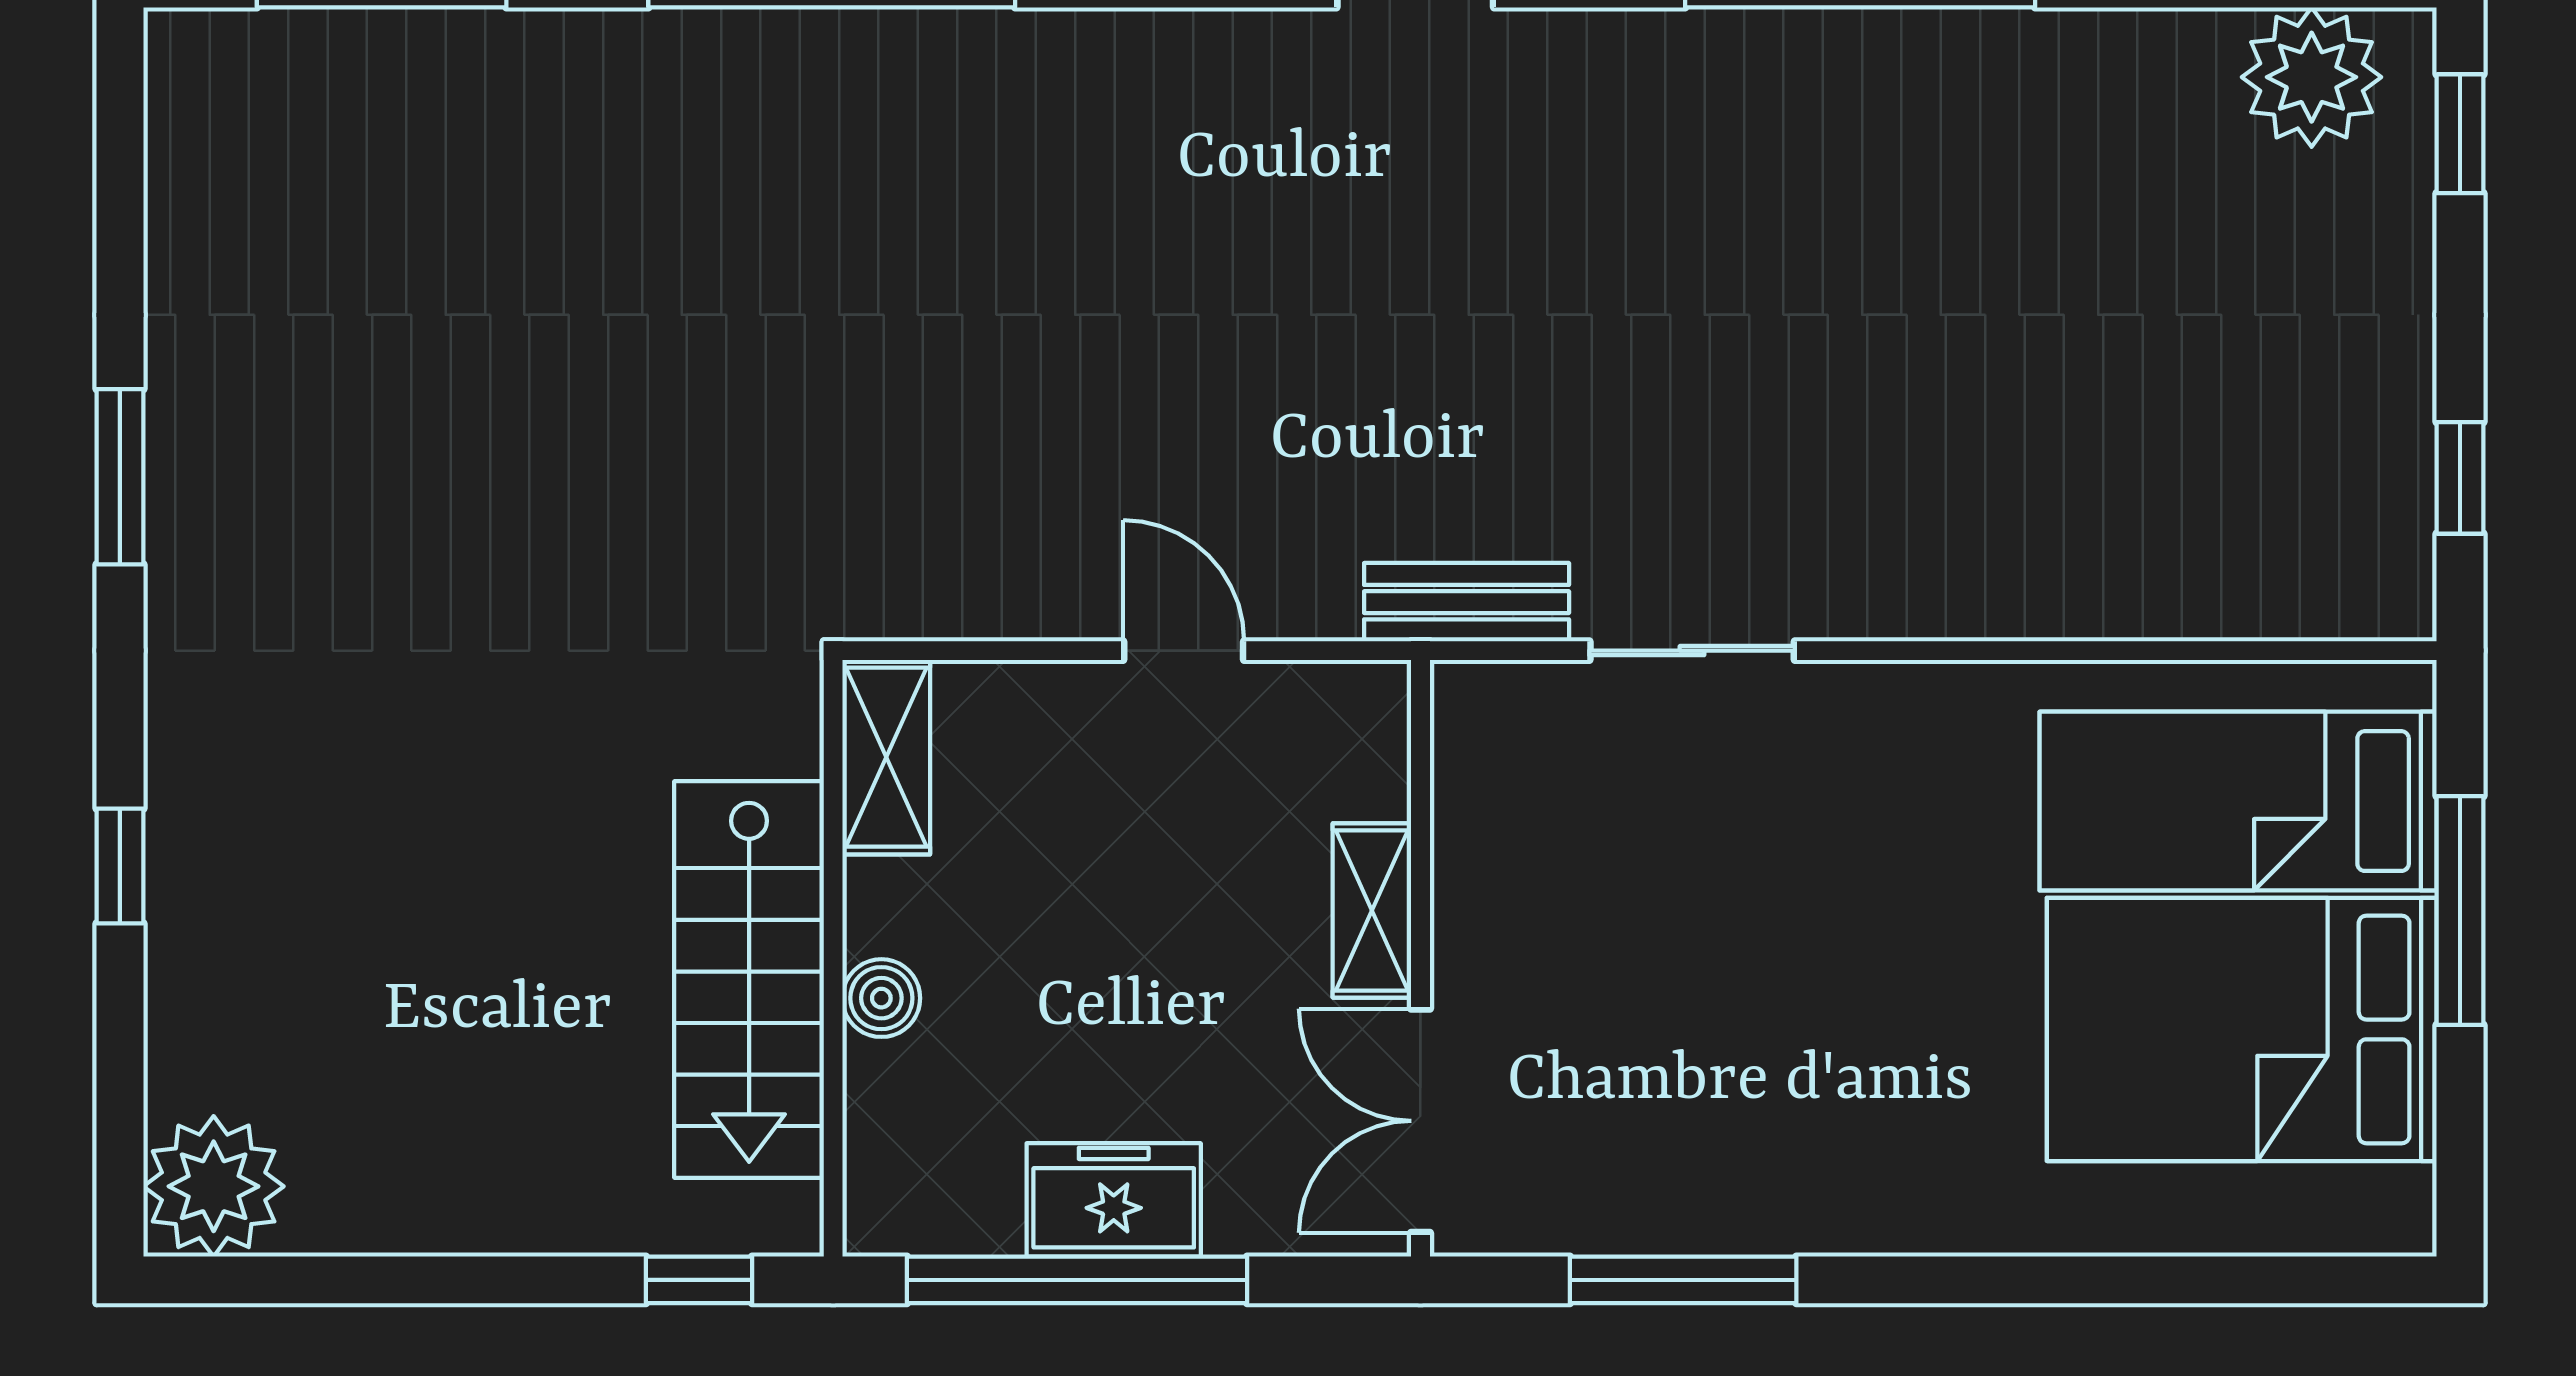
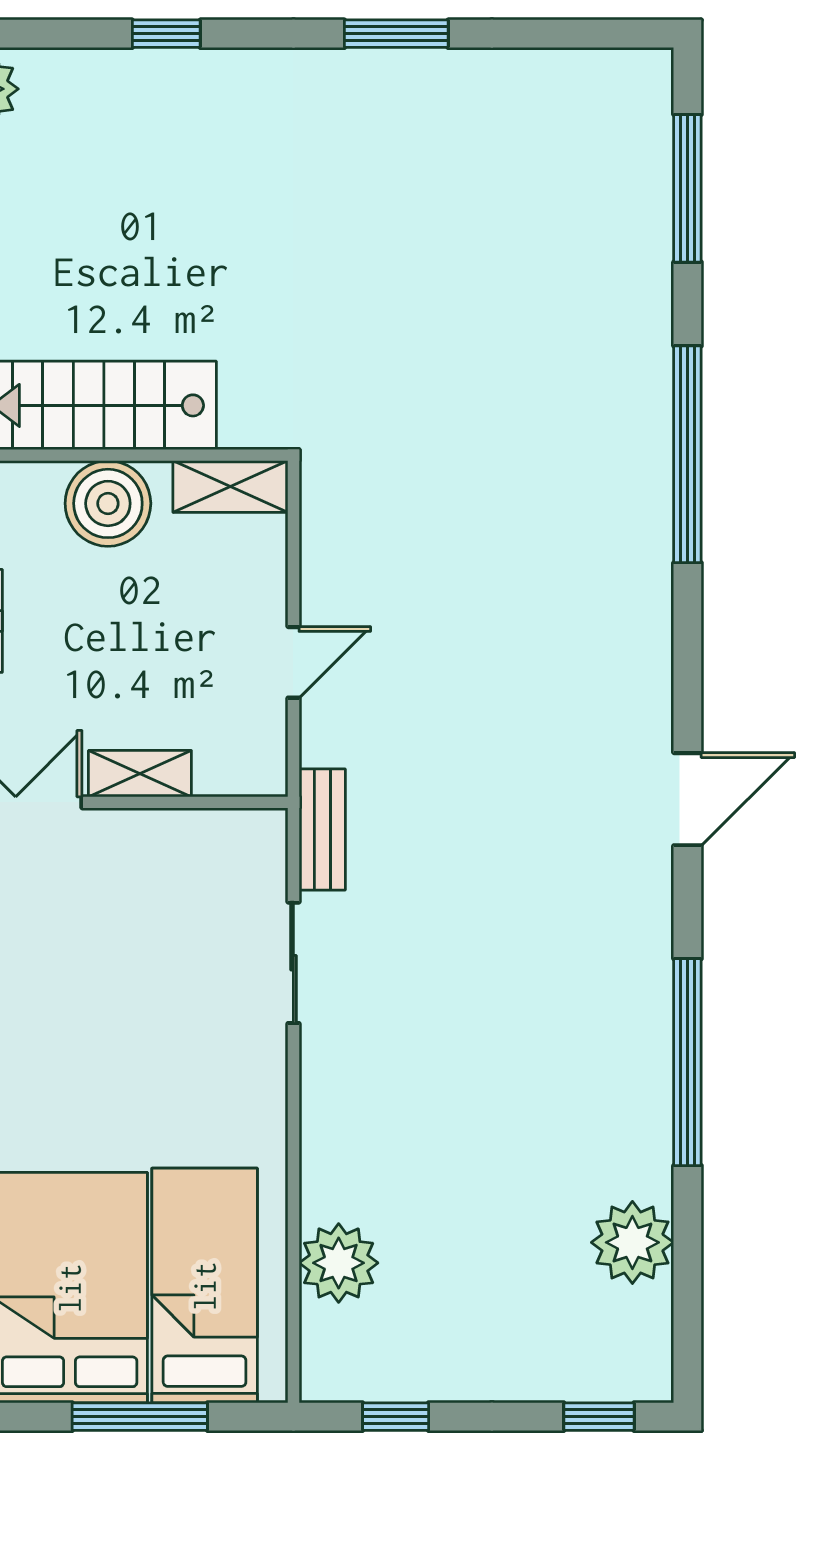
plant: (2312, 77) -> (632, 1242), moved
plant: (2200, 574) -> (339, 1263), added
boiler: (881, 998) -> (108, 503), width x1.86, depth x1.86

